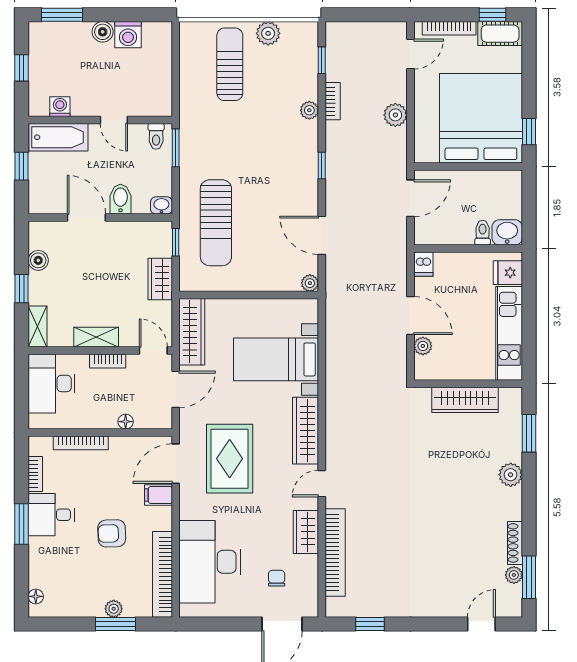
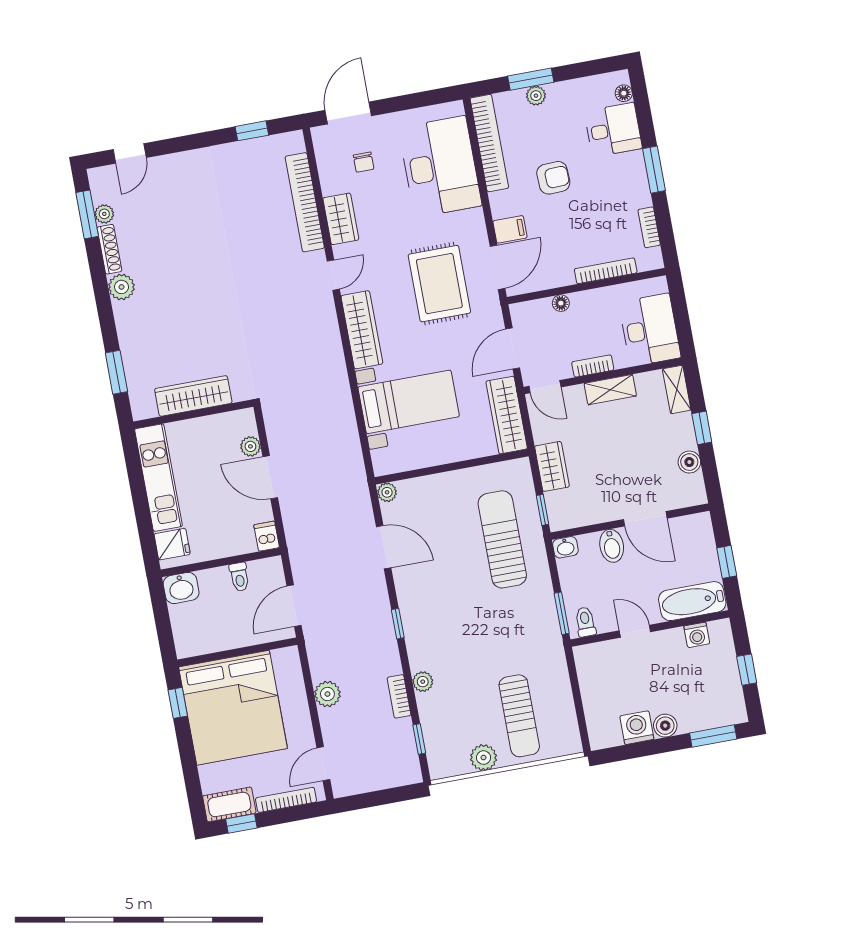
toilet: (483, 233) -> (239, 577), moved
plant: (511, 475) -> (122, 287), moved
desk: (51, 515) -> (613, 130), moved

